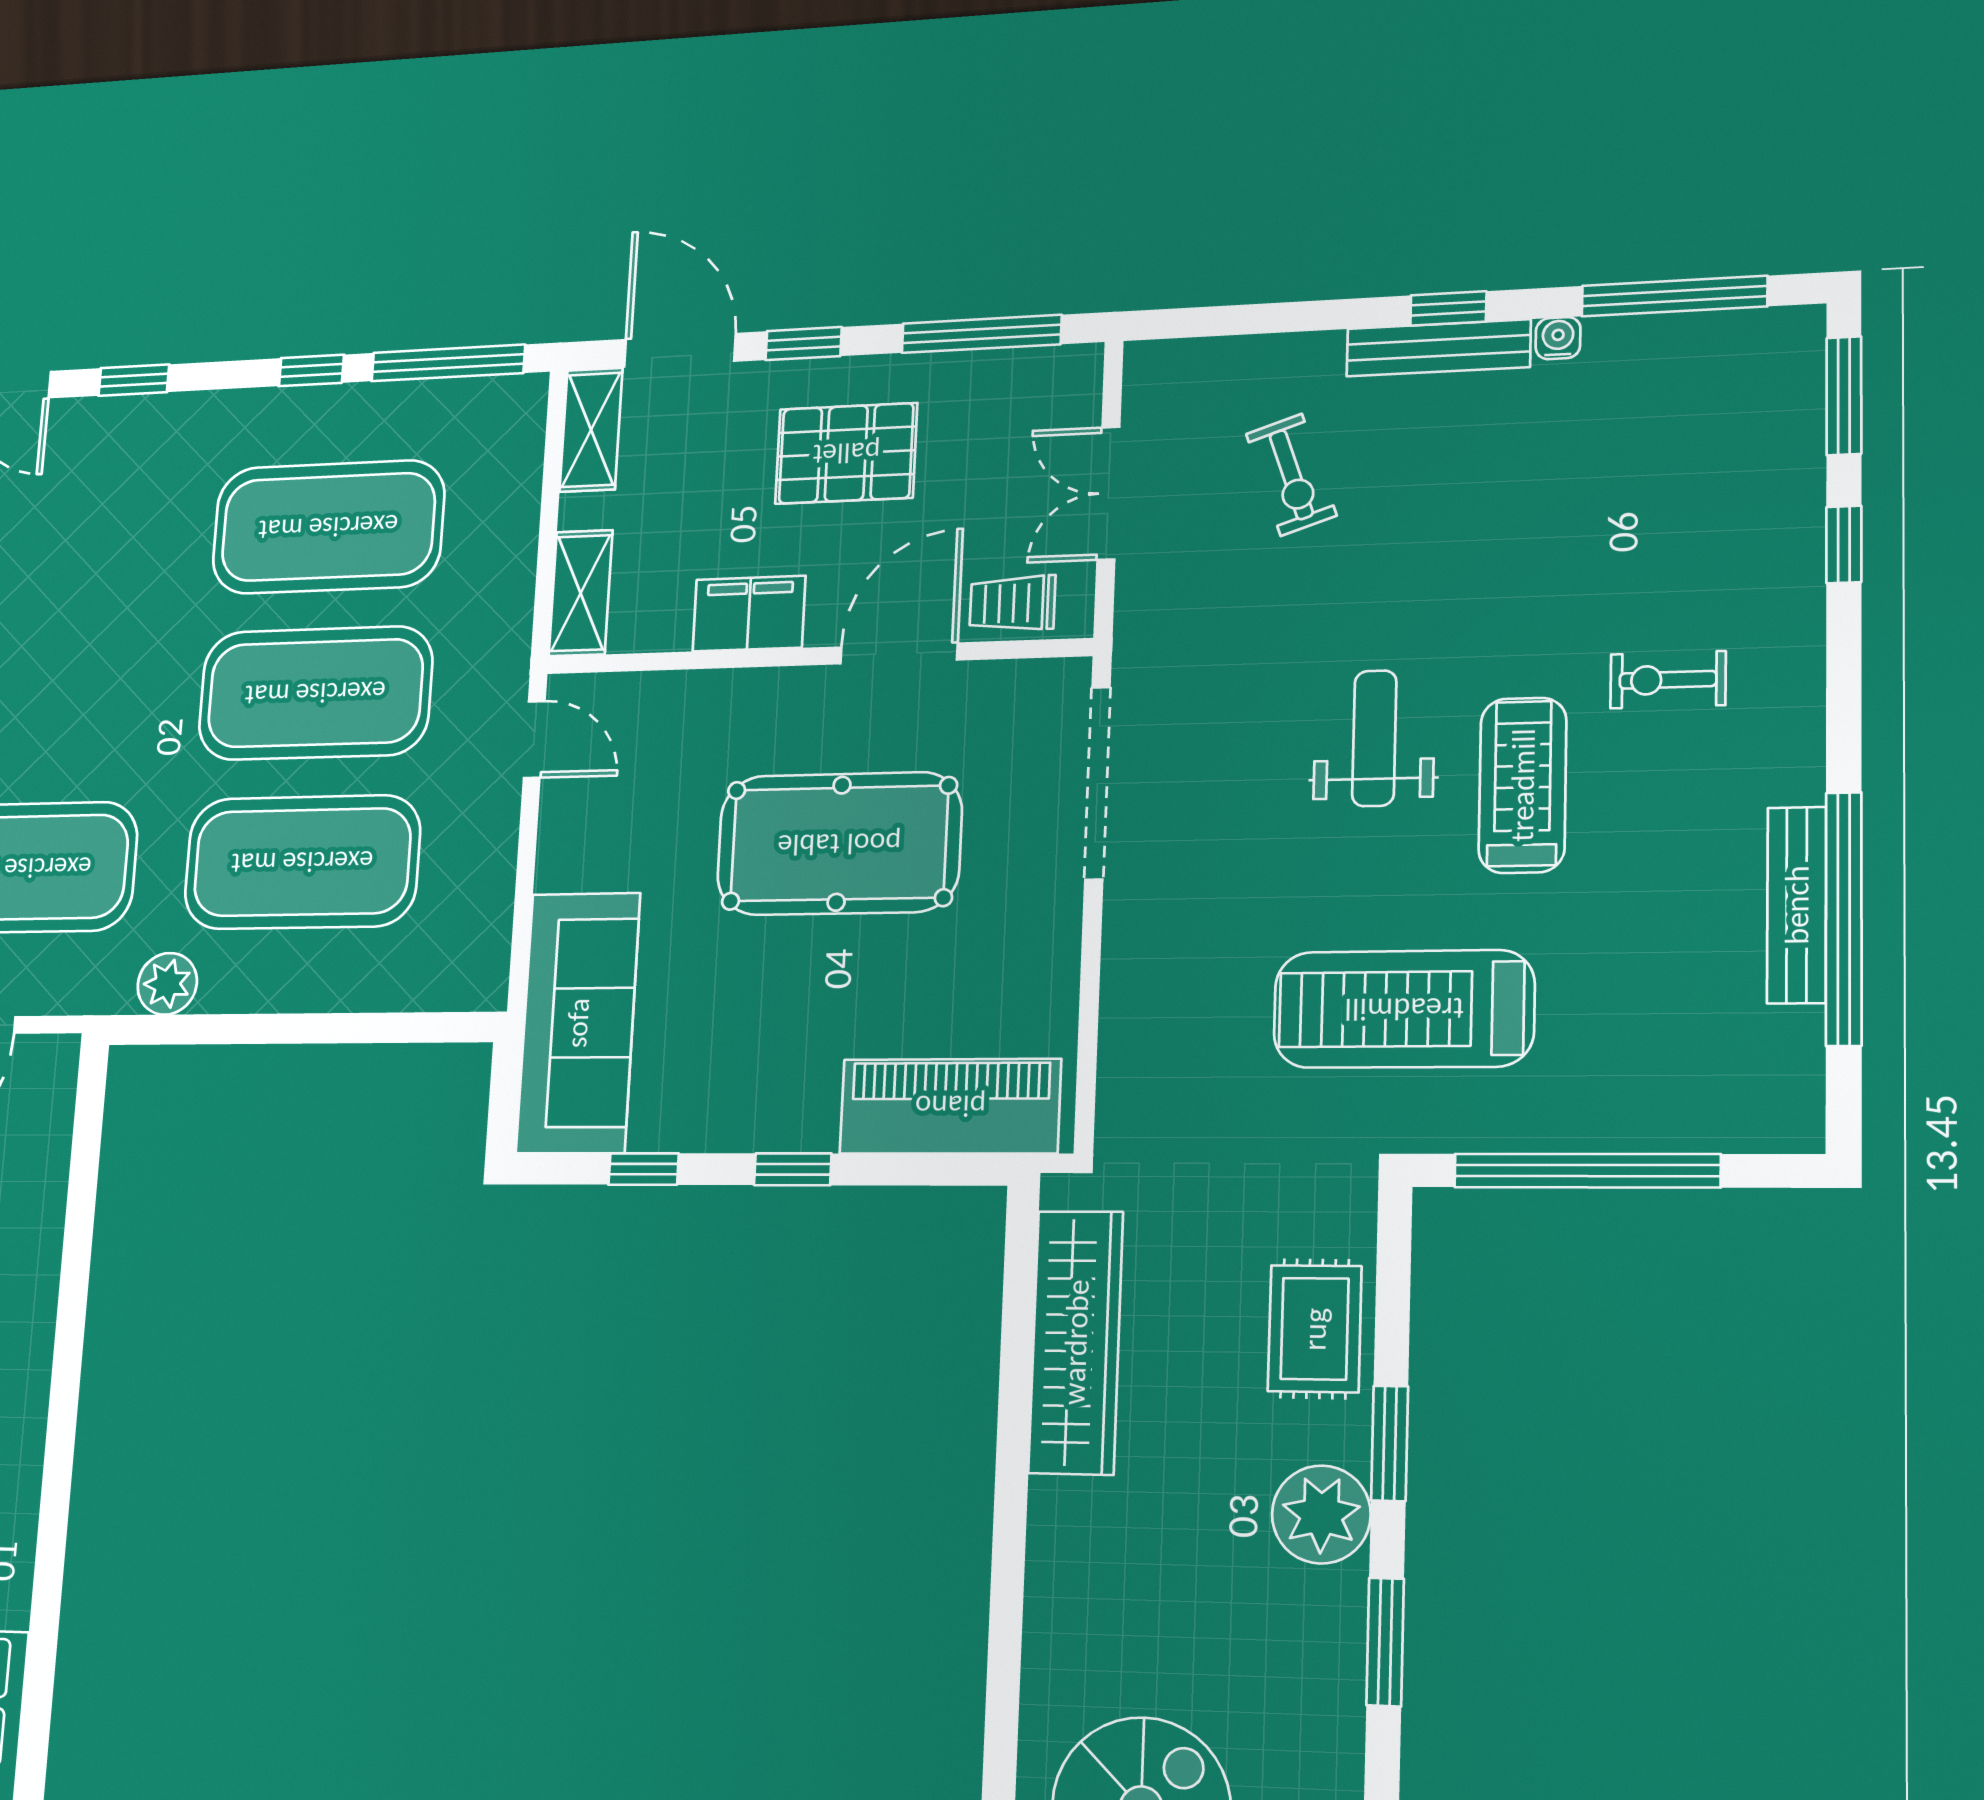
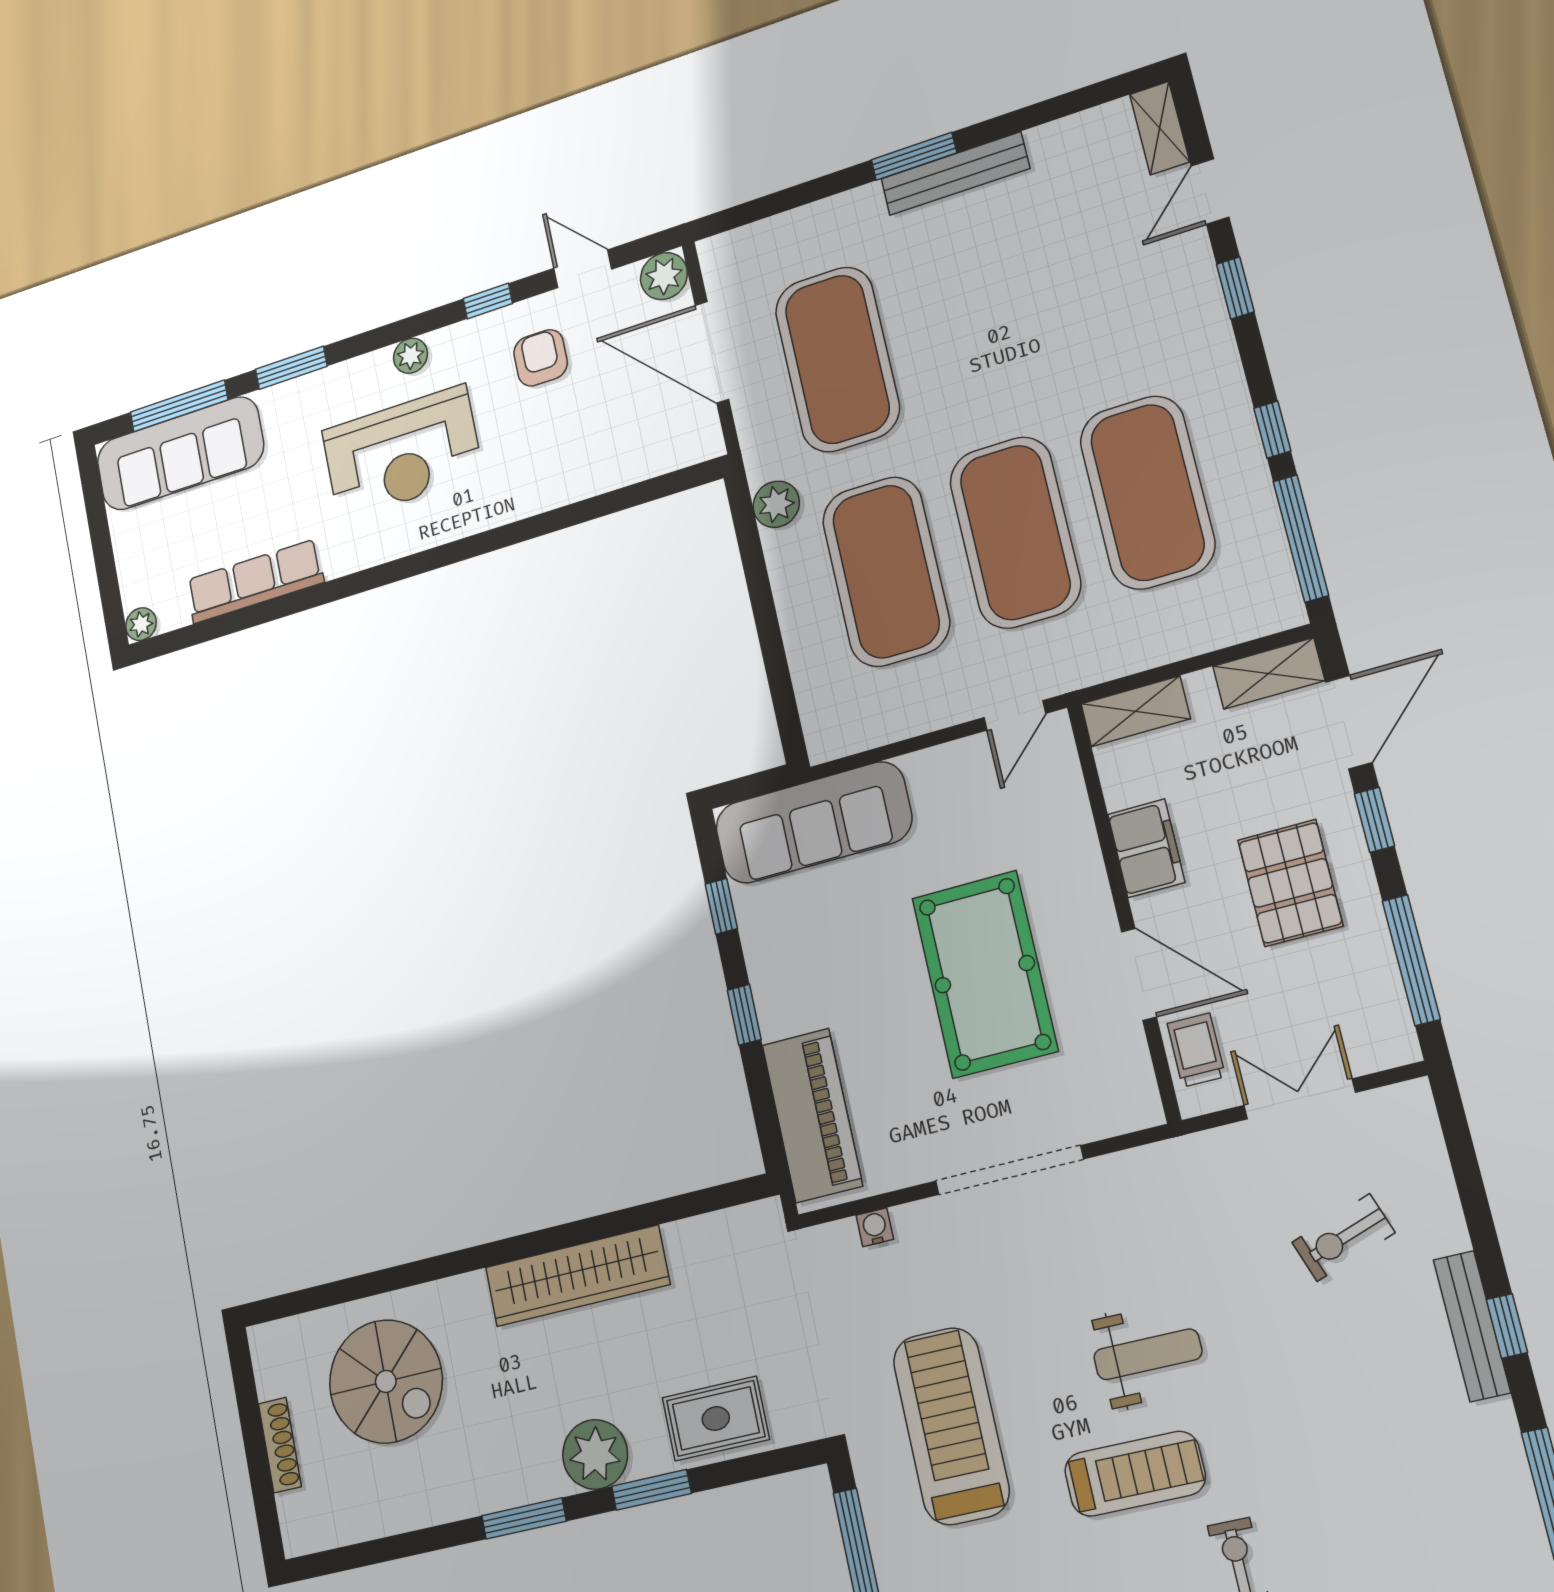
water cooler: (1558, 338) -> (875, 1227), moved, turned -90
doorway: (1097, 783) -> (1009, 1170), moved
wardrobe: (1076, 1342) -> (577, 1276), moved

